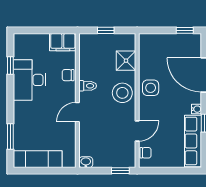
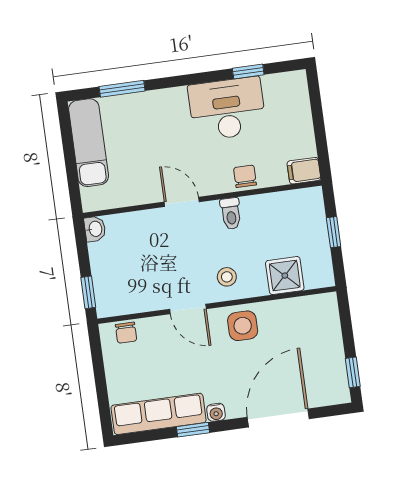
filing cabinet: (63, 42) -> (304, 171), width x0.50
stool: (122, 93) -> (227, 277), width x0.53, depth x0.53
door: (137, 131) -> (188, 309), moved

